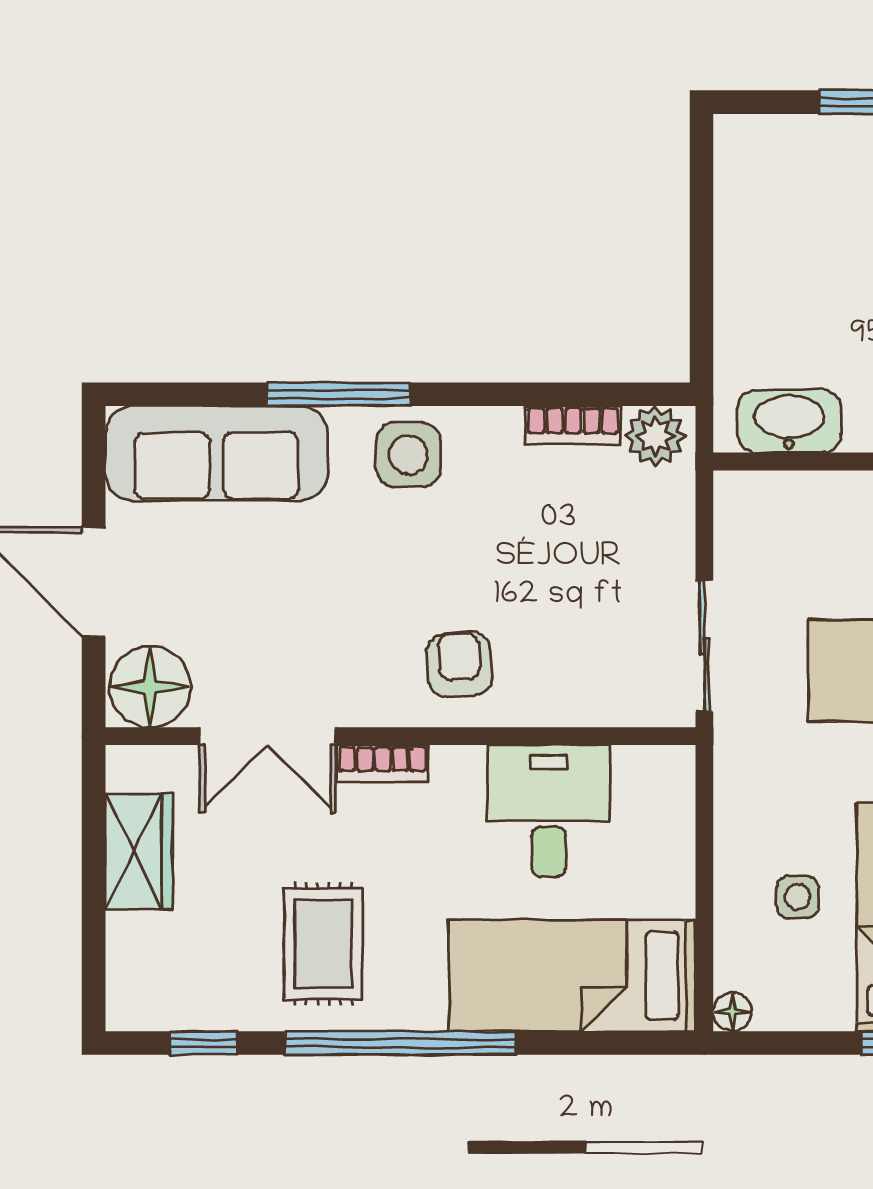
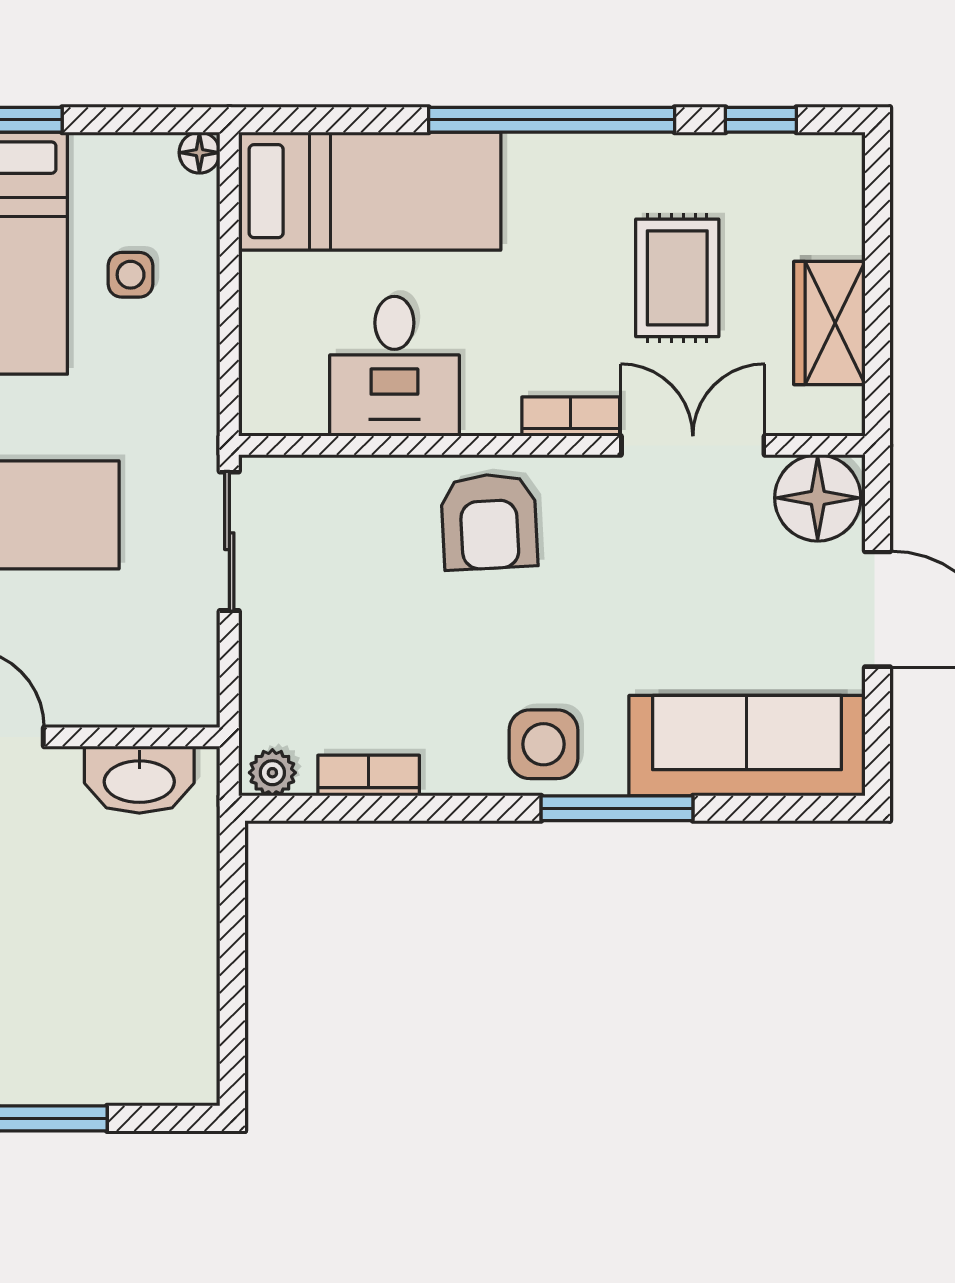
plant: (656, 436) -> (272, 773), width x0.73, depth x0.73
armchair: (460, 664) -> (489, 522), width x1.38, depth x1.38
rug: (323, 944) -> (677, 278), moved

